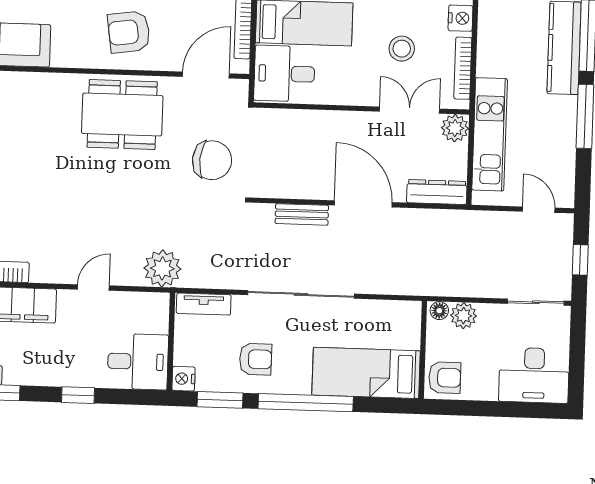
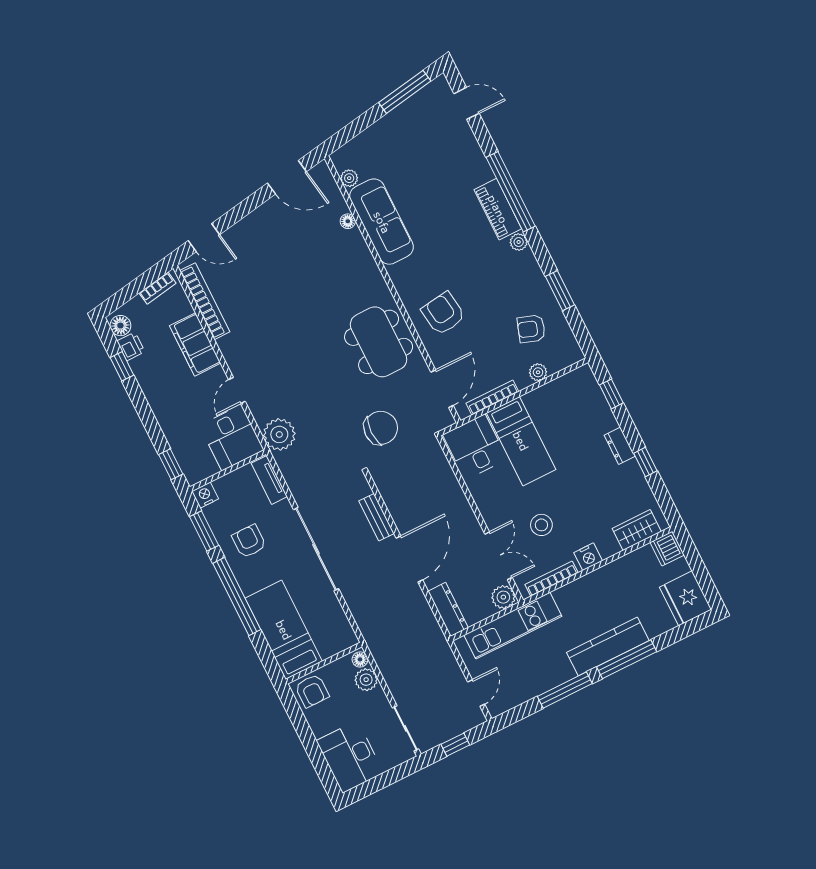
door: (206, 75) -> (442, 389), hinge flipped
chair: (212, 160) -> (381, 428), turned -95
door: (93, 288) -> (237, 390), swing flipped
armchair: (256, 359) -> (249, 541), turned 180
desk: (138, 362) -> (232, 438), moved
window: (78, 395) -> (171, 464), moved

